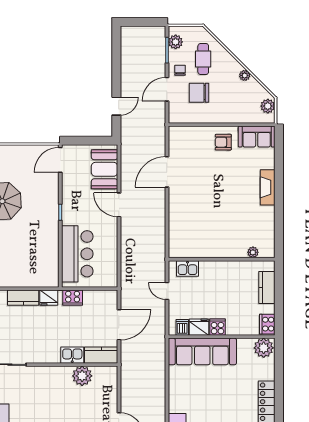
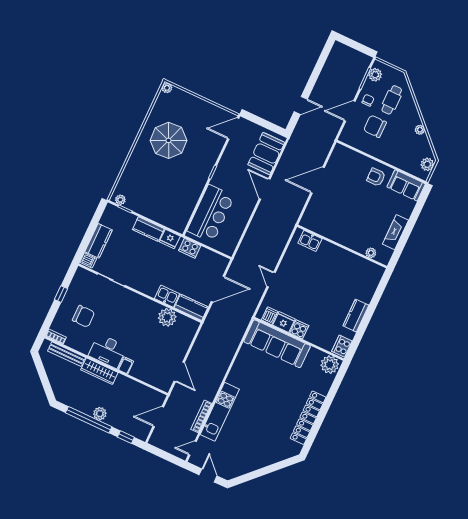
plant: (253, 252) -> (371, 253), moved
wall: (222, 259) -> (342, 246), moved
kitchen sink: (188, 269) -> (310, 241), moved

